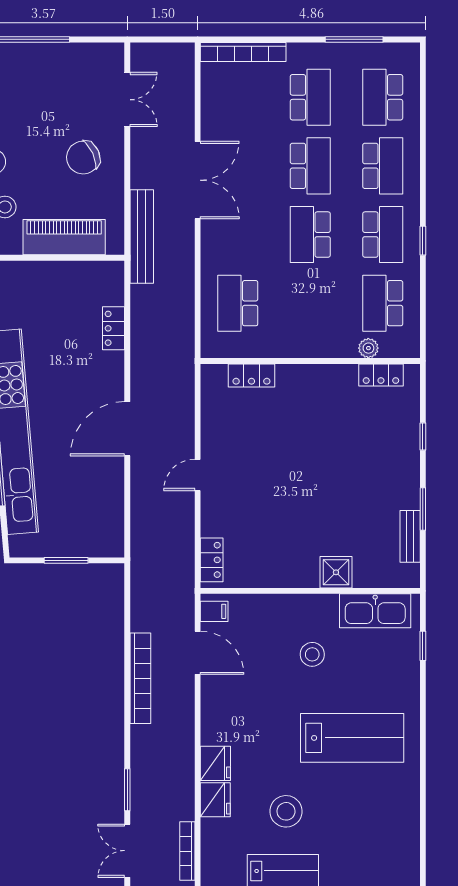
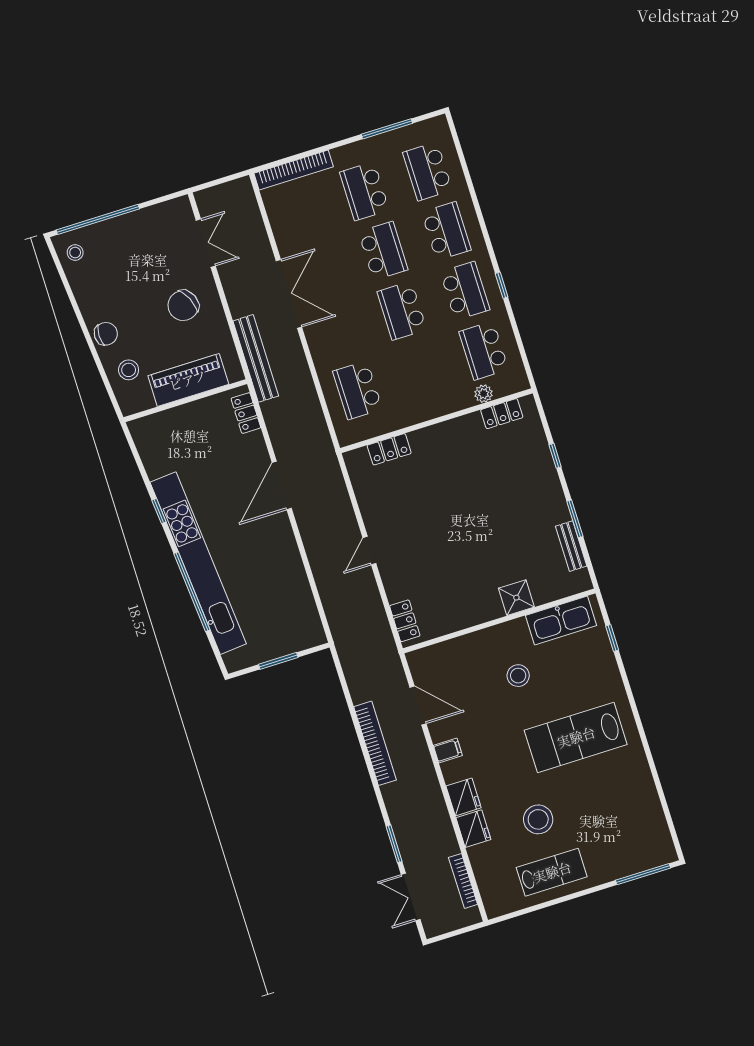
school desk: (310, 97) -> (364, 191), turned 180
locker: (114, 328) -> (246, 413), moved
door: (127, 429) -> (282, 485), moved
filing cabinet: (214, 611) -> (448, 750), moved
lab bench: (352, 738) -> (576, 737), turned 180

